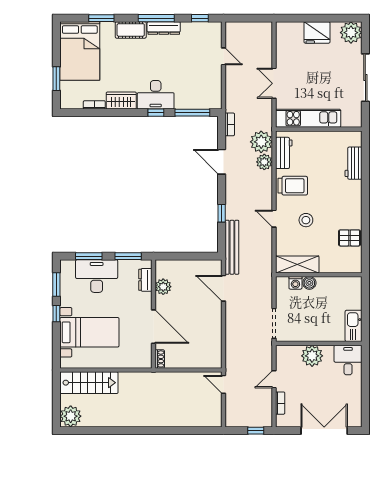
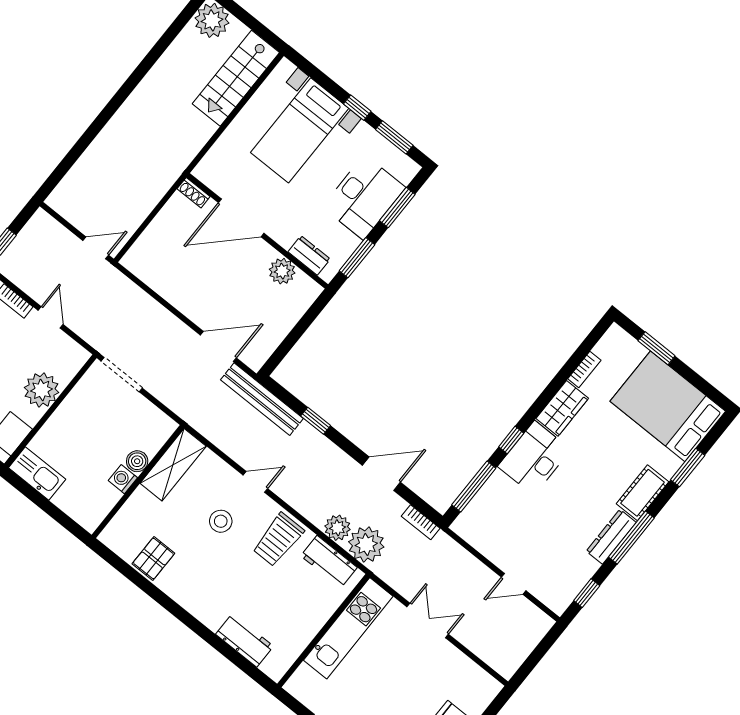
washing machine: (295, 283) -> (123, 479), moved

